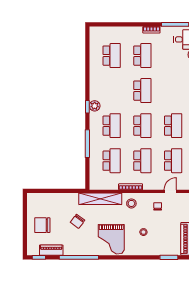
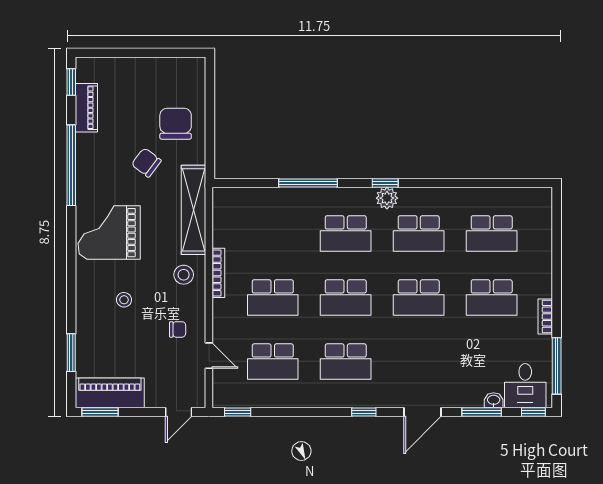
school desk: (112, 161) -> (419, 233), moved
chair: (42, 225) -> (176, 124), moved

